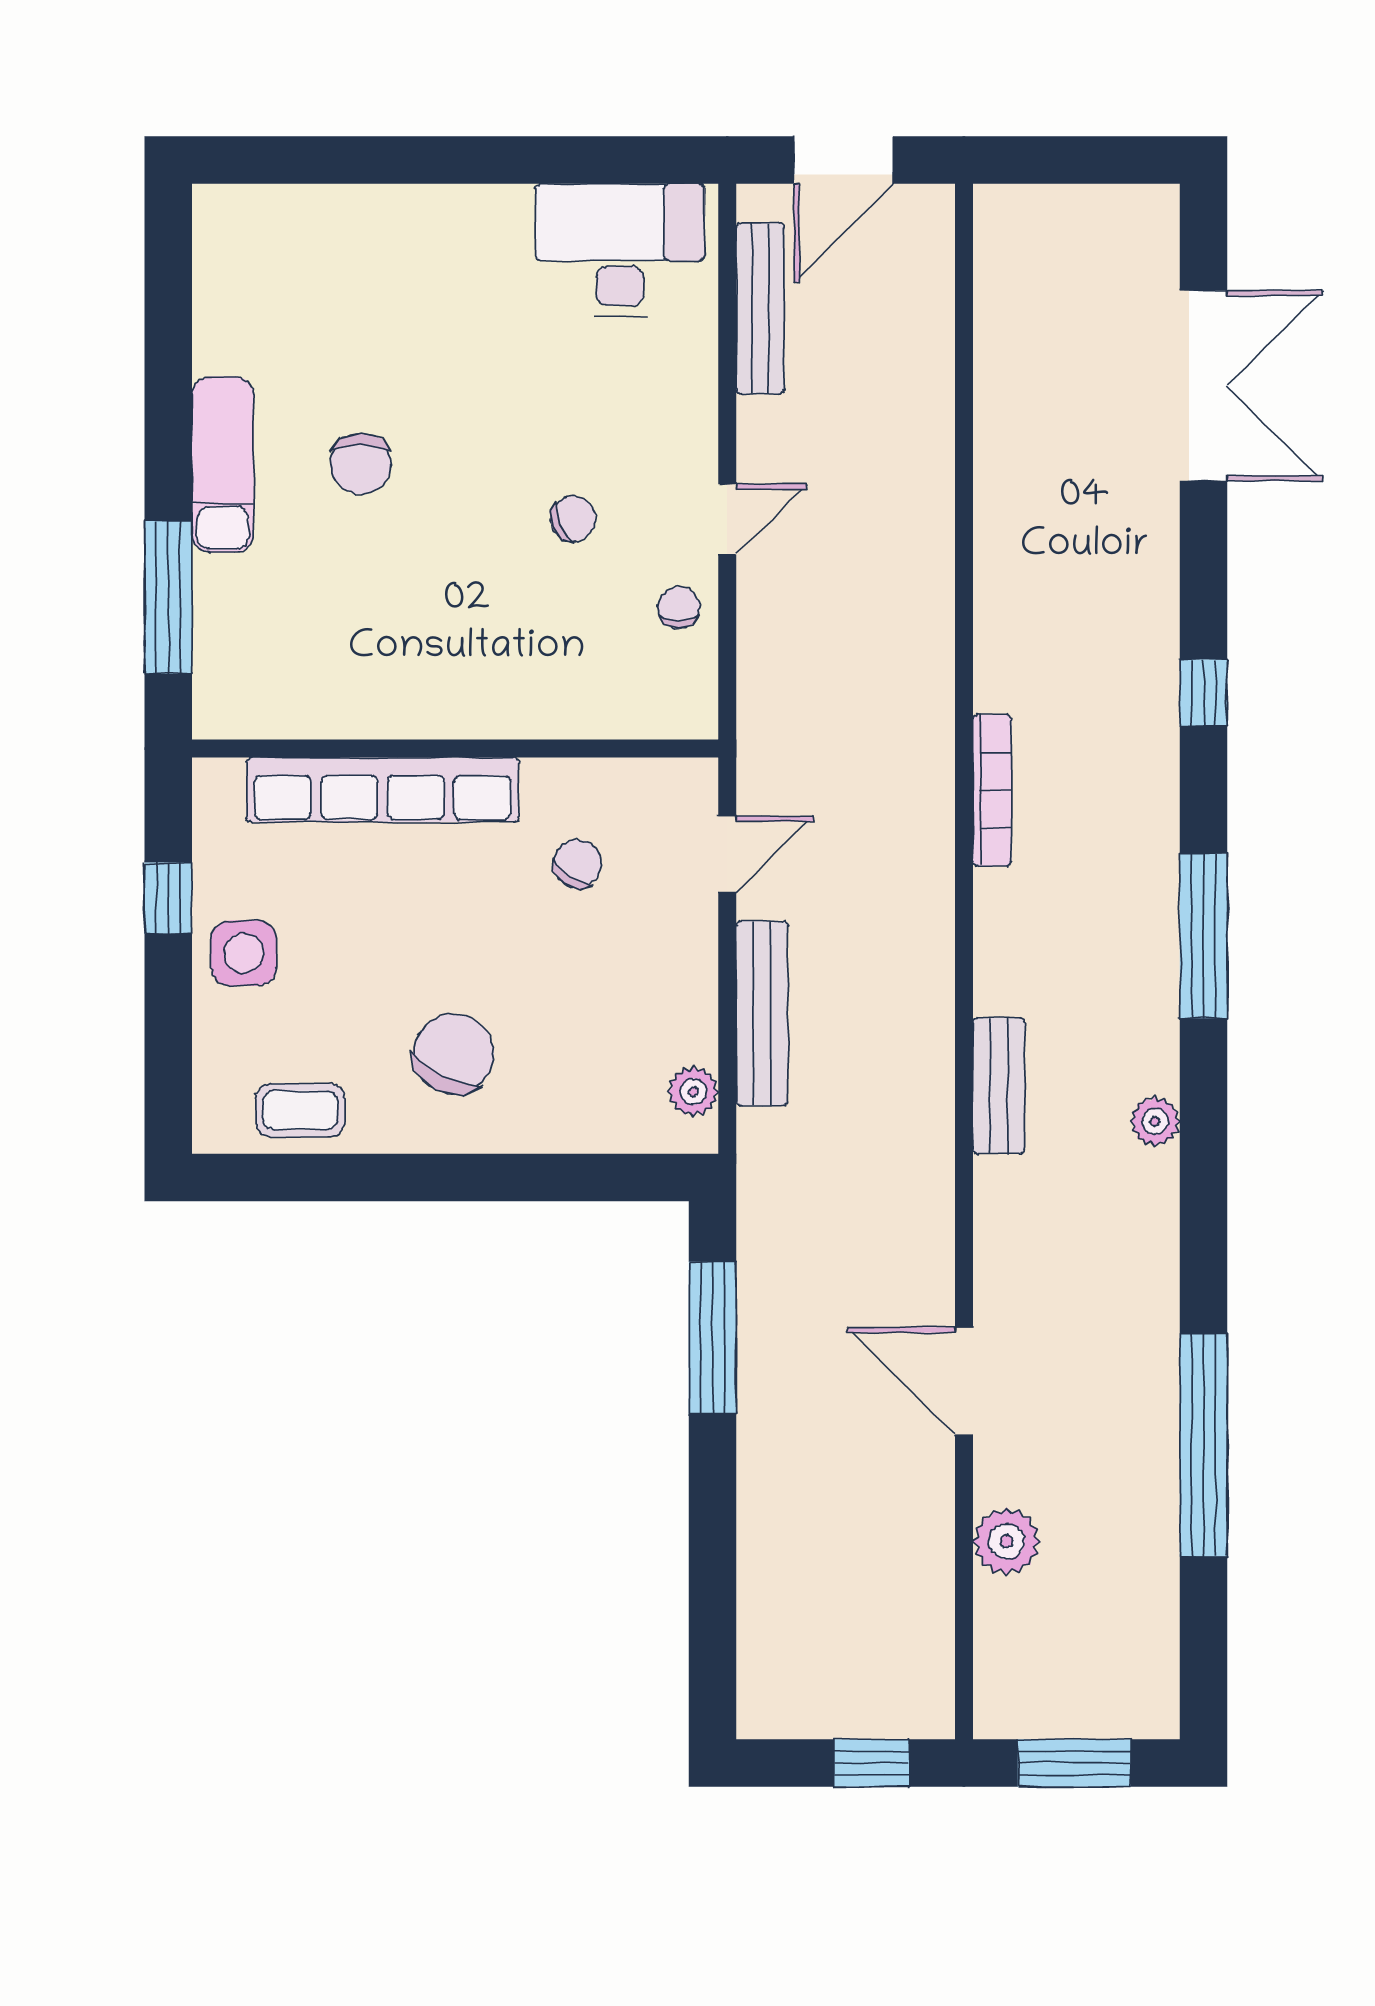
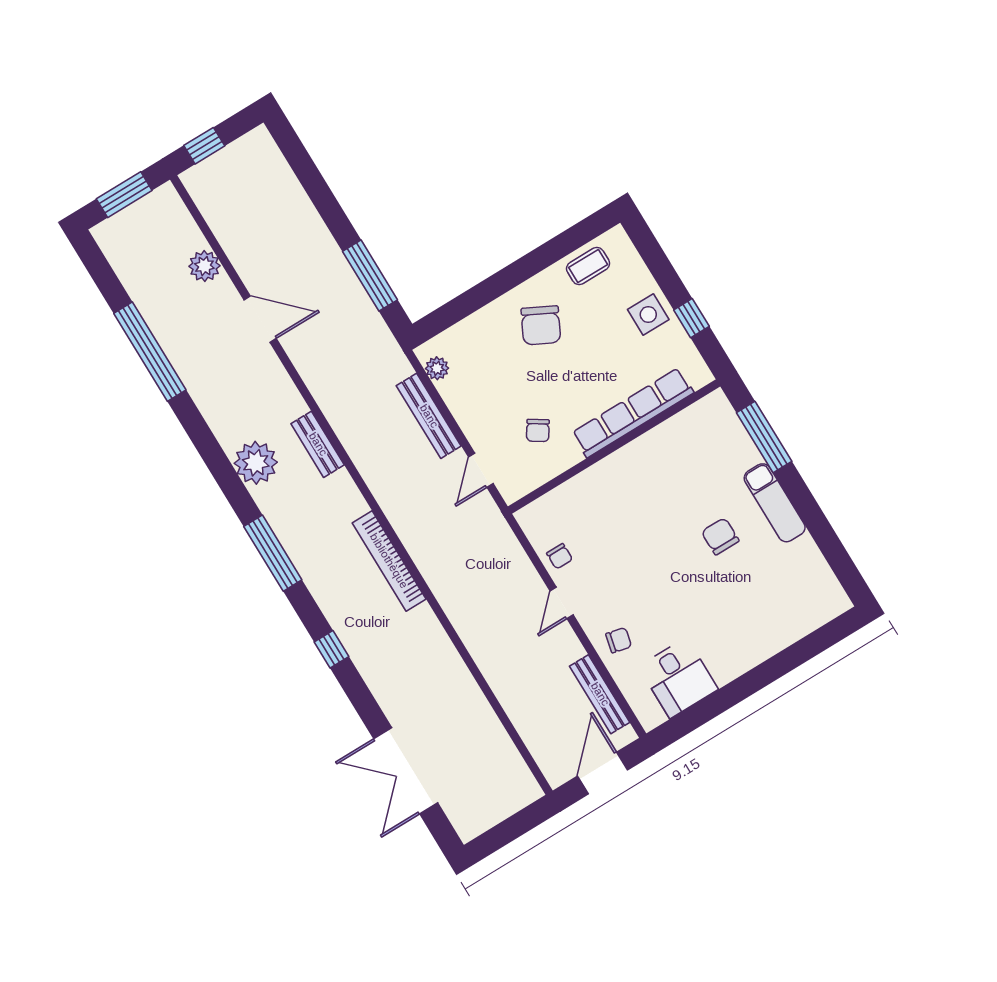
desk: (620, 250) -> (678, 678), width x0.73
chair: (573, 519) -> (619, 640), moved, turned -144
bookcase: (992, 790) -> (389, 561), width x1.48, depth x1.31
plant: (1155, 1121) -> (256, 463), width x1.88, depth x1.88

